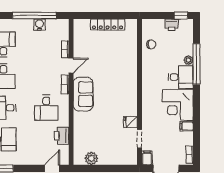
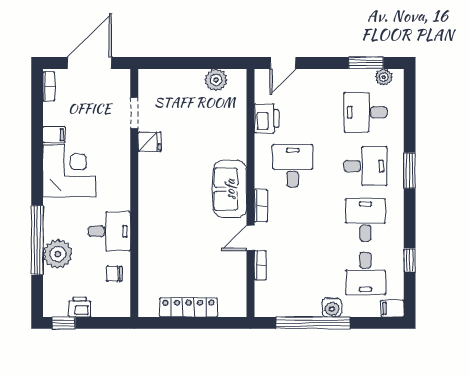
water cooler: (39, 25) -> (332, 307), moved
plant: (188, 60) -> (58, 254), width x1.88, depth x1.88
desk: (181, 77) -> (109, 231), moved, turned 180
filing cabinet: (147, 158) -> (121, 81), removed

